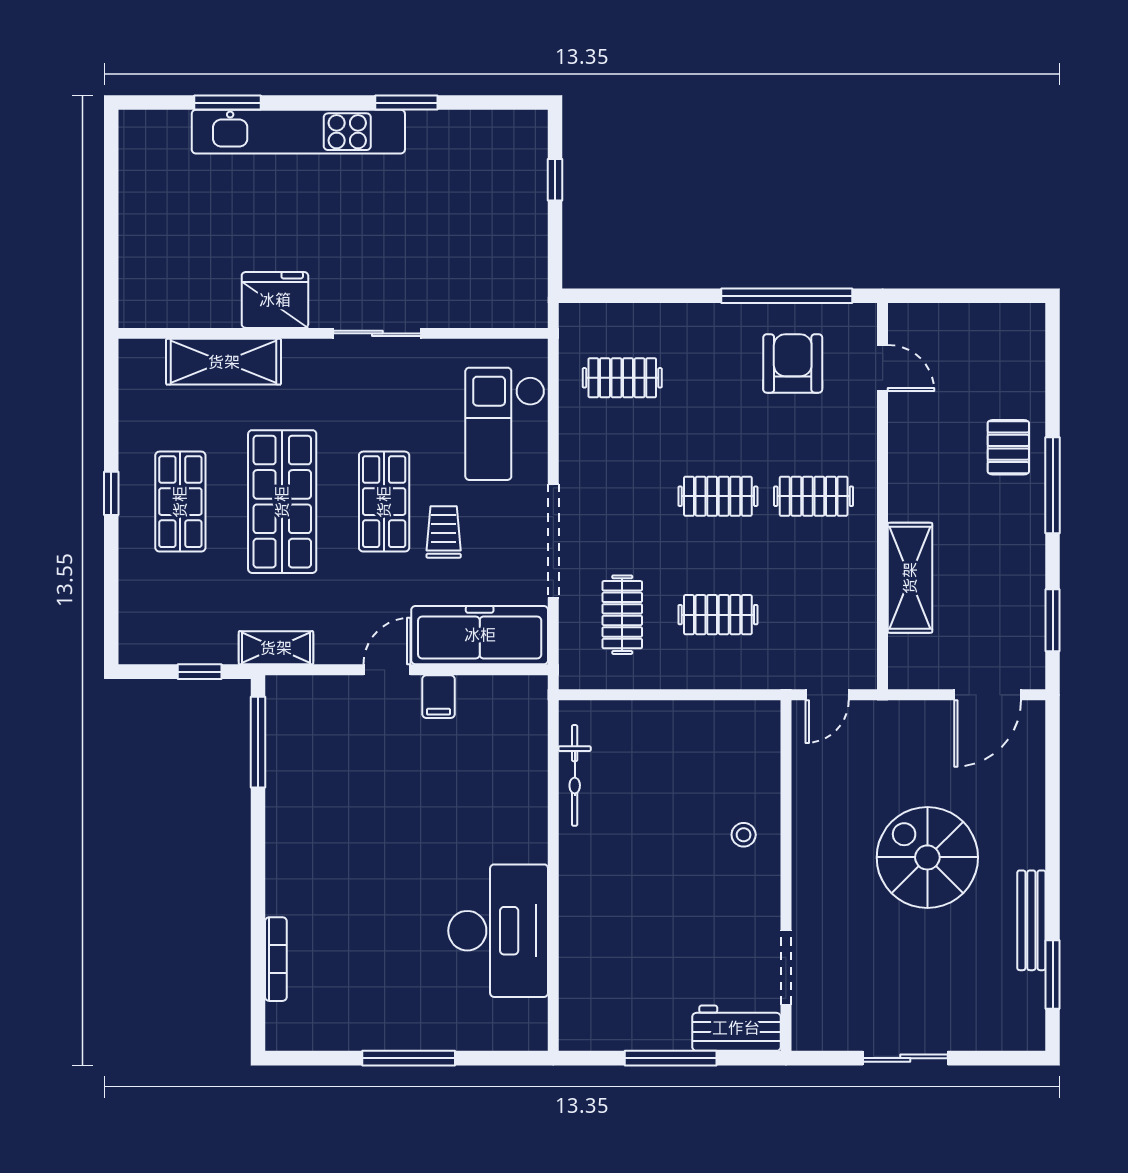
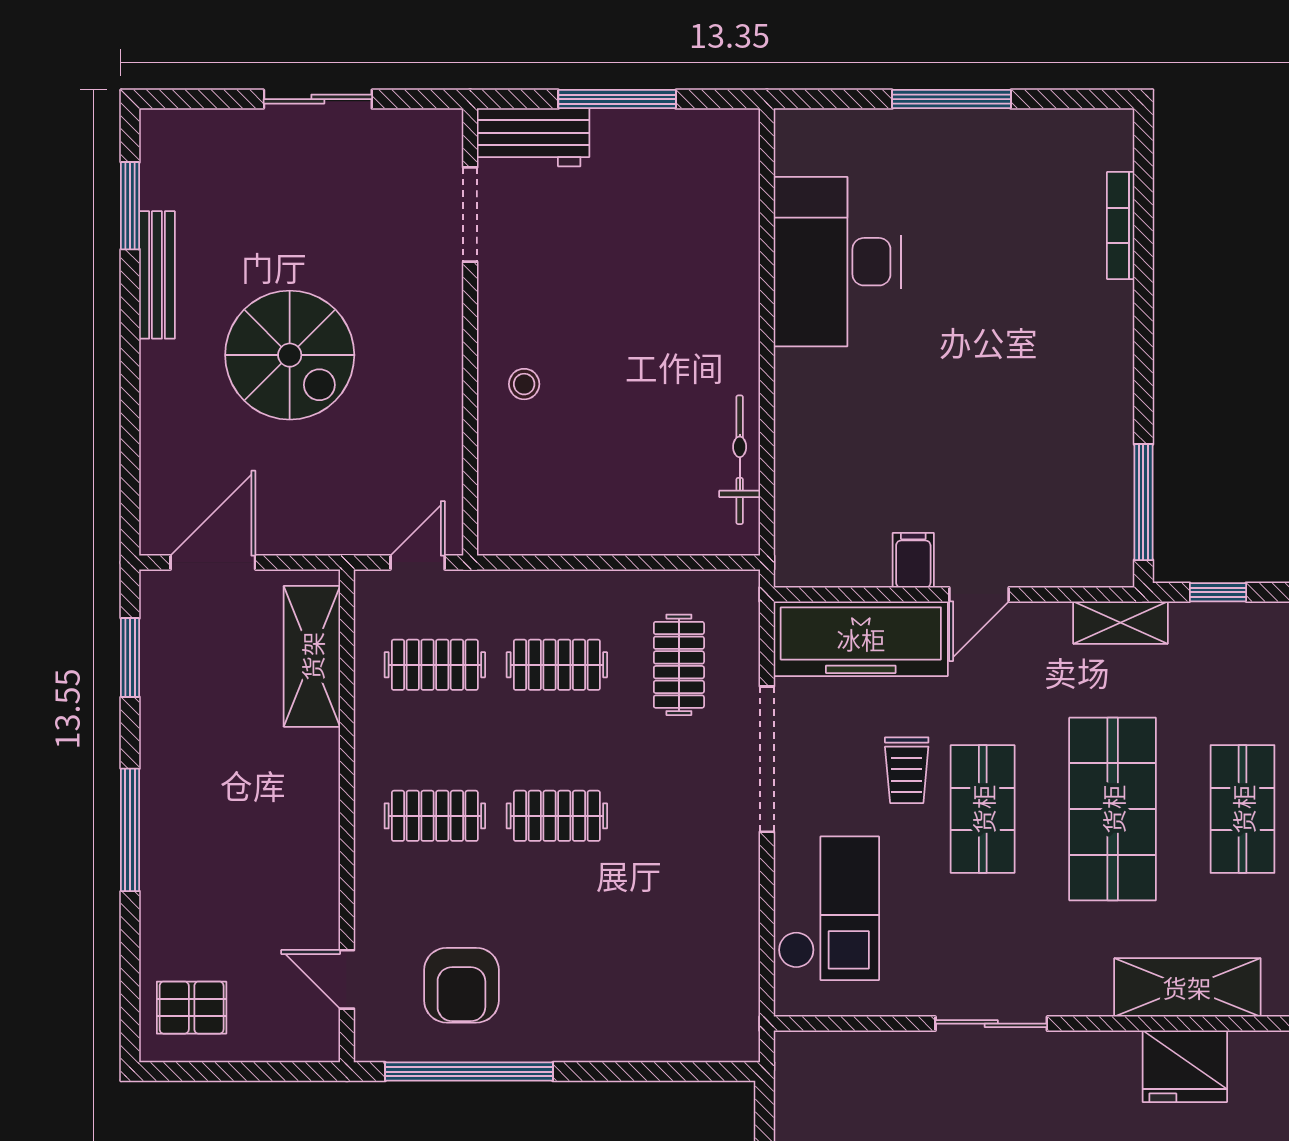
fridge: (275, 300) -> (1185, 1066), moved
clothes rail: (622, 378) -> (435, 665), moved
pallet: (1008, 447) -> (192, 1008), moved, turned 90
shelving: (910, 578) -> (312, 656), moved

